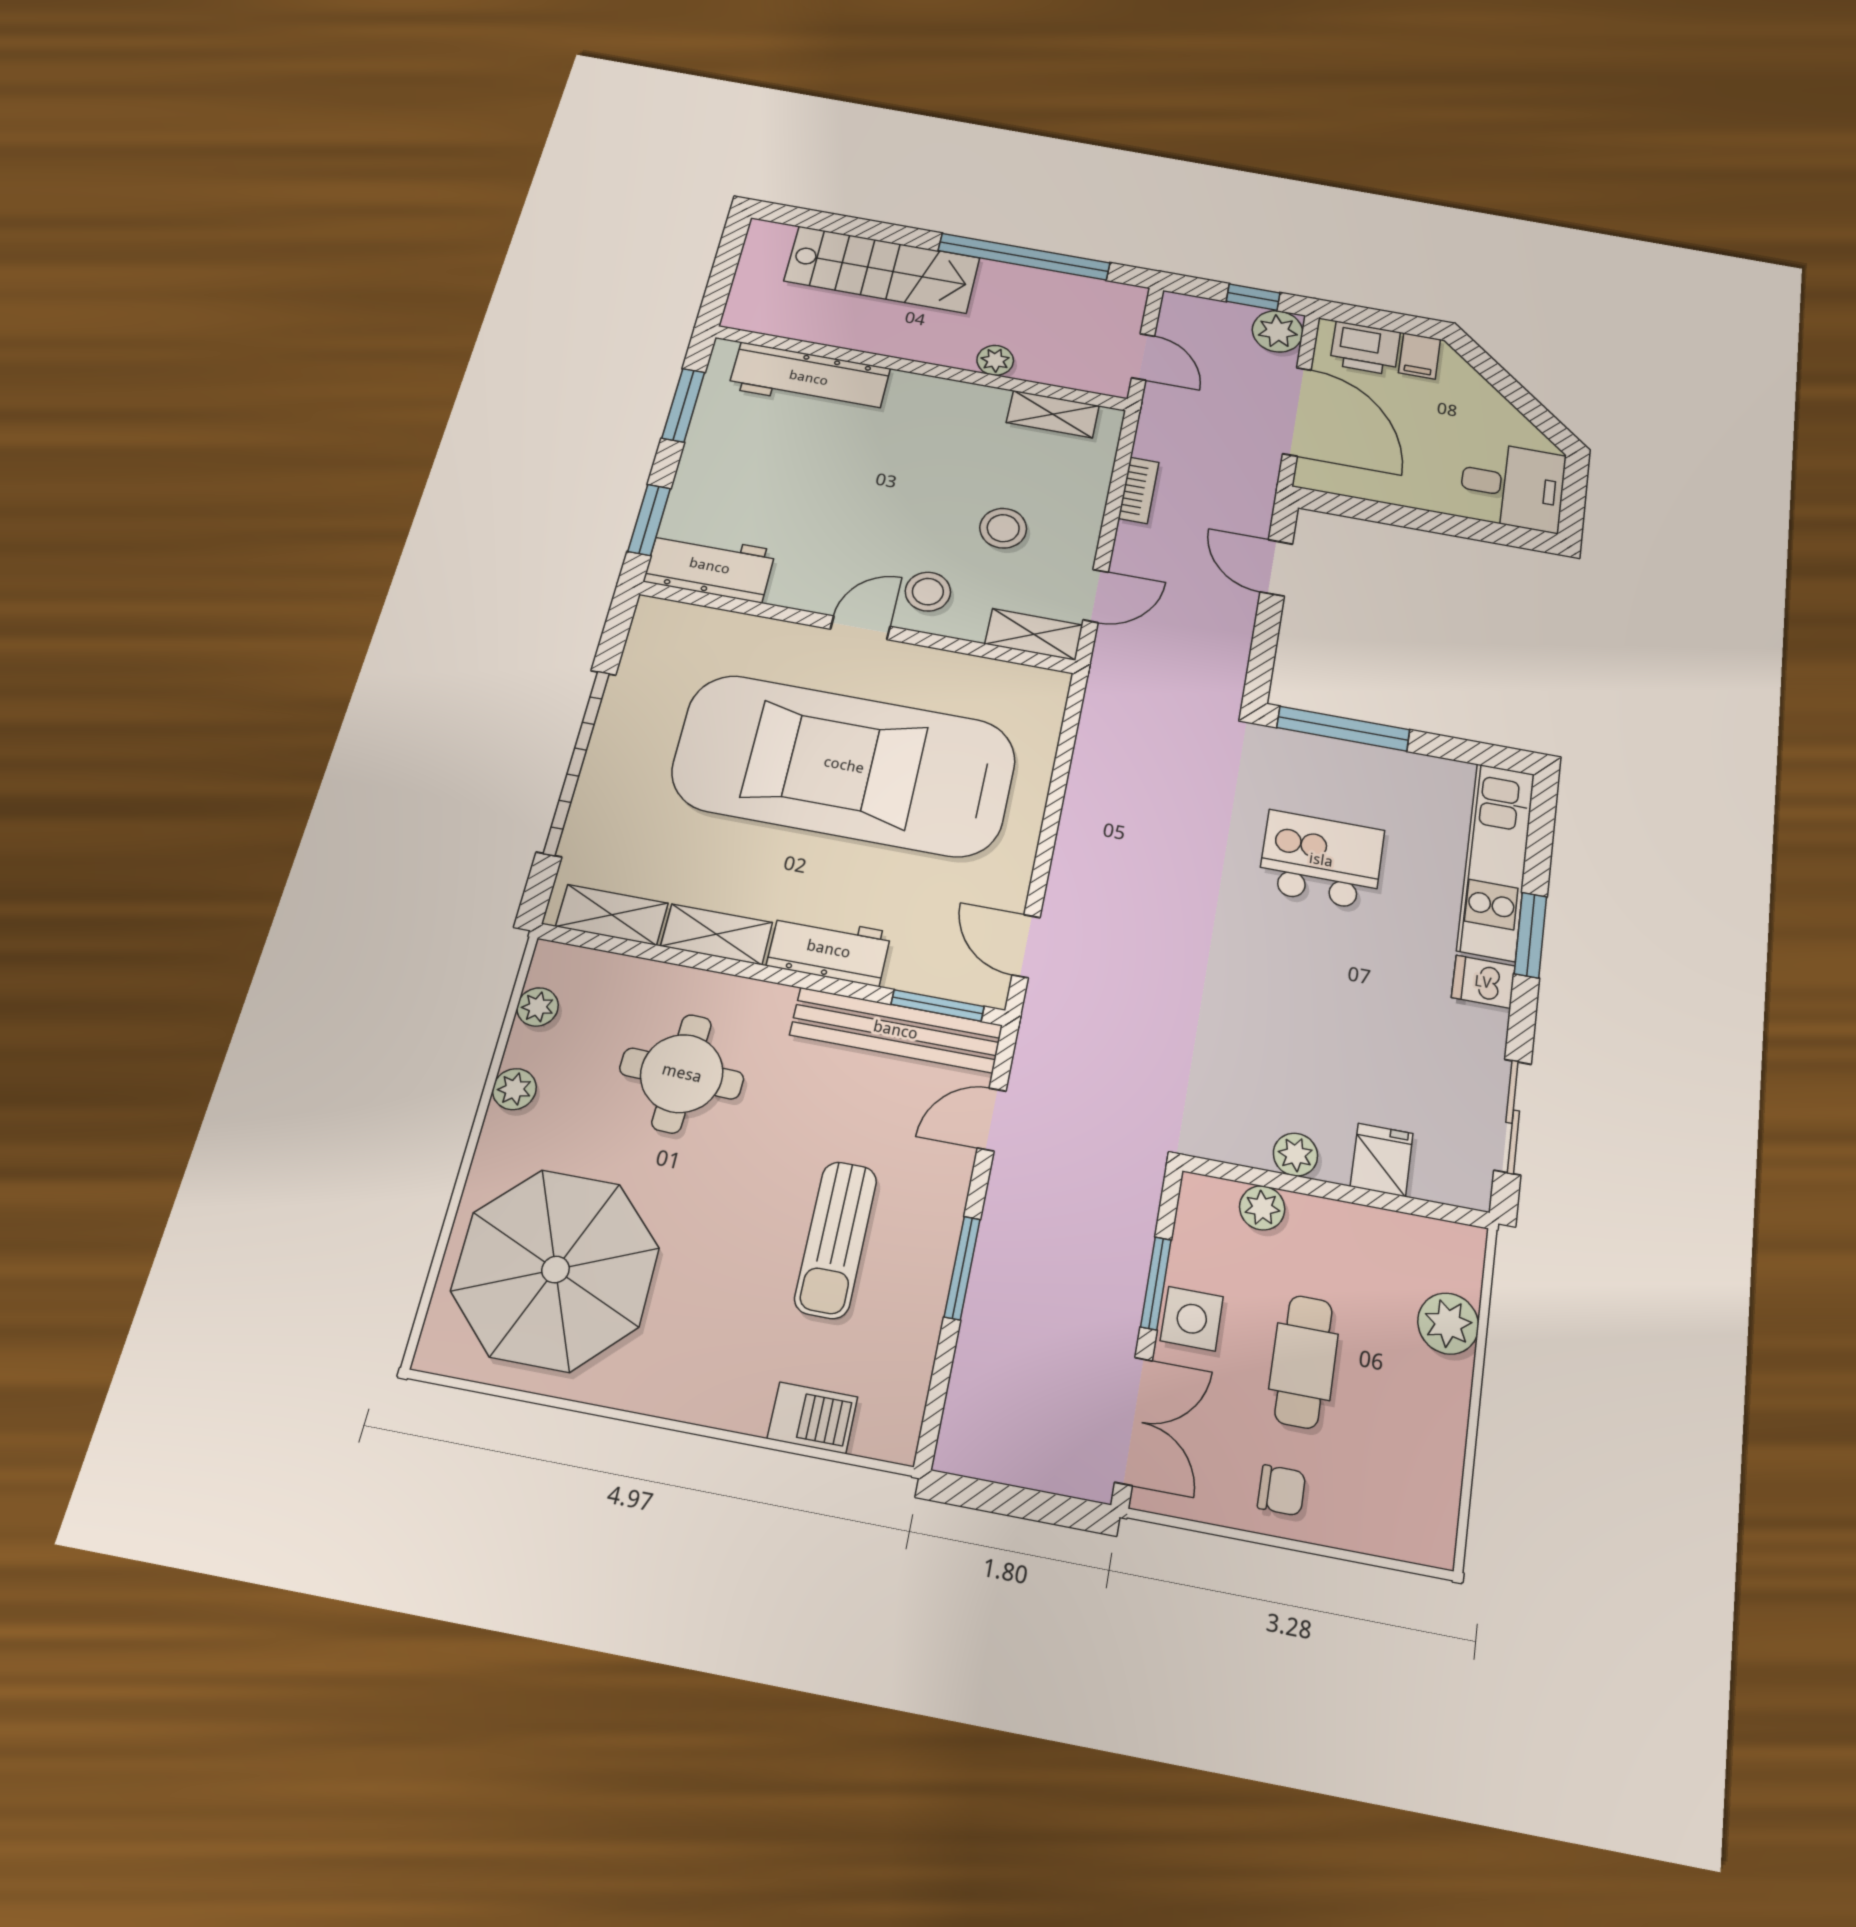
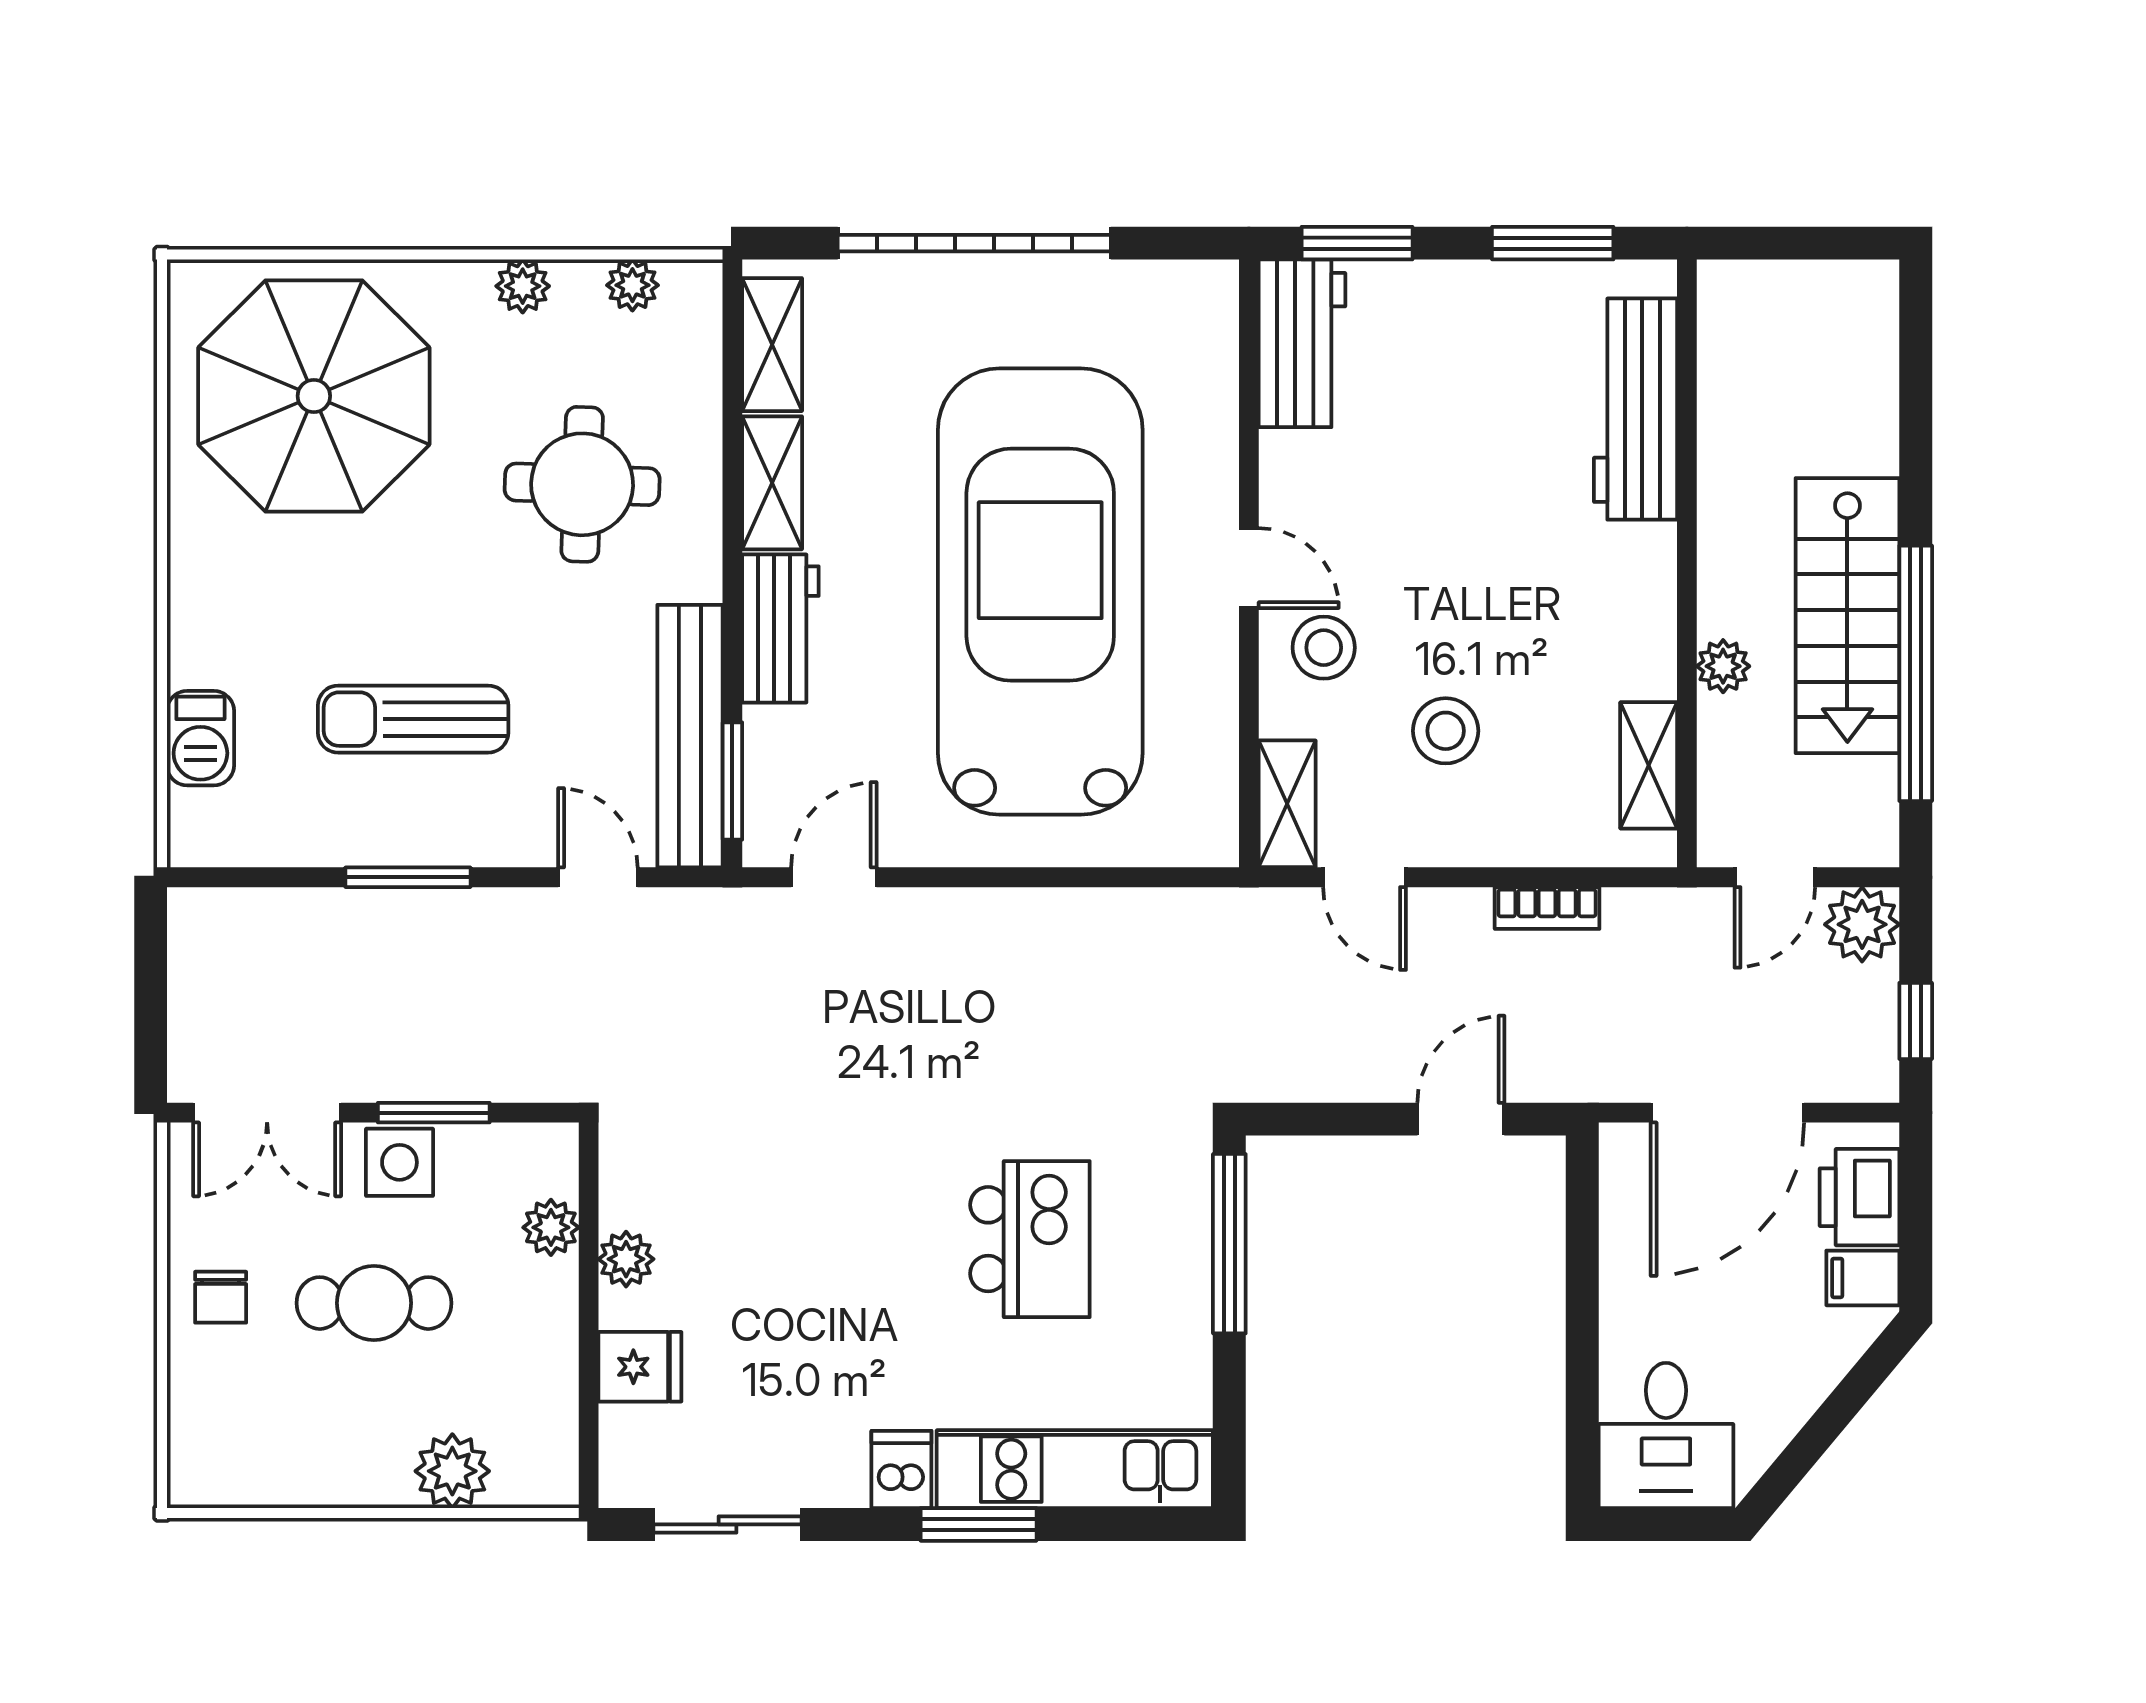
stairs: (882, 269) -> (1847, 616), moved
plant: (1278, 331) -> (1862, 924), moved

